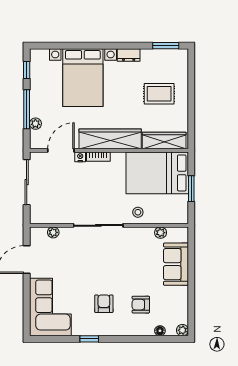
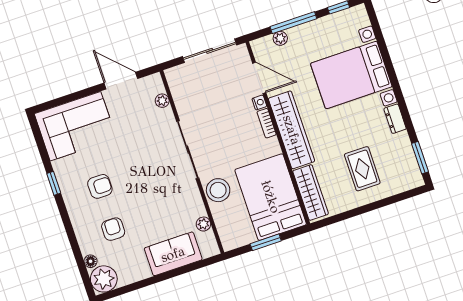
stool: (138, 212) -> (218, 190), width x1.89, depth x1.89
plant: (182, 330) -> (104, 279), width x1.88, depth x1.88

